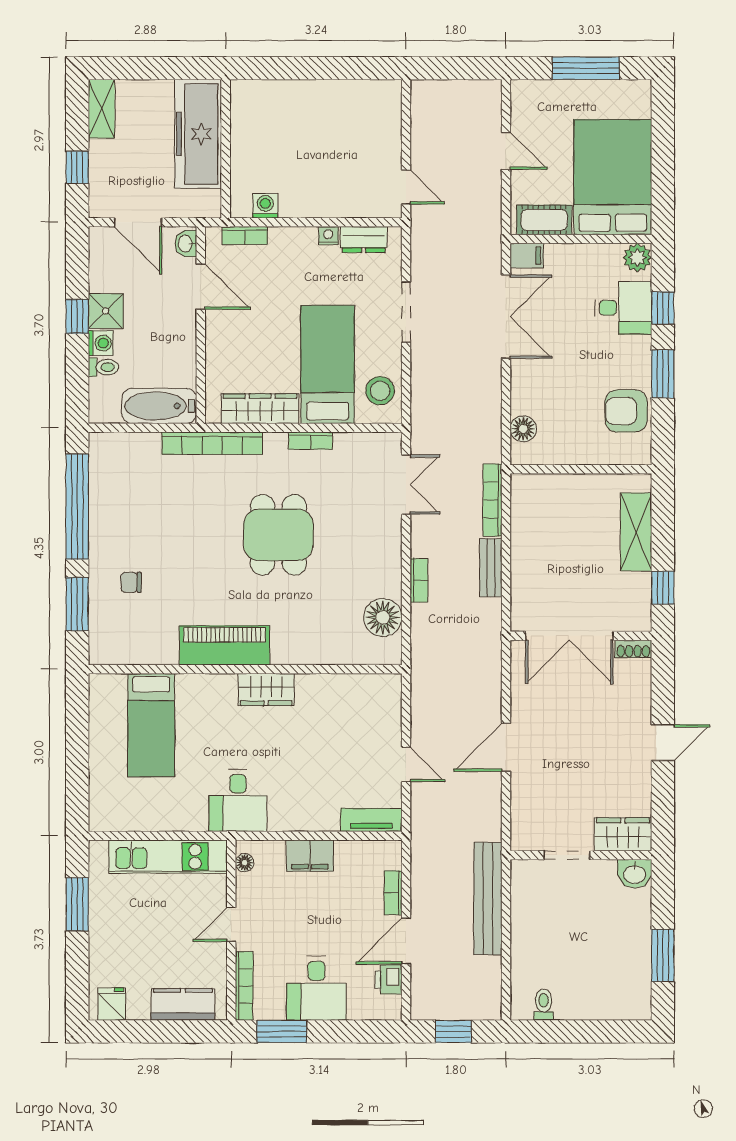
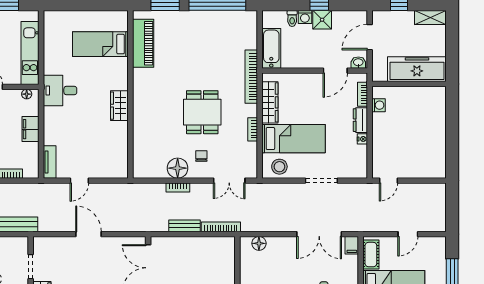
dresser: (364, 240) -> (360, 120), moved
dining table: (278, 535) -> (202, 112), turned 90
chair: (131, 582) -> (201, 156), moved
floor lamp: (383, 617) -> (178, 168), moved
piano: (225, 645) -> (143, 43), moved

